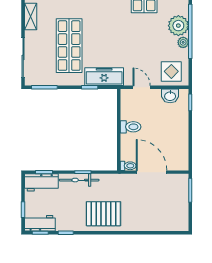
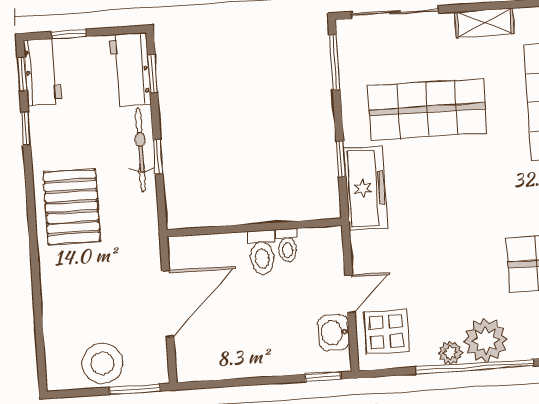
door: (142, 87) -> (350, 294), moved
toilet: (128, 166) -> (287, 245), moved
stool: (177, 204) -> (102, 363), added

